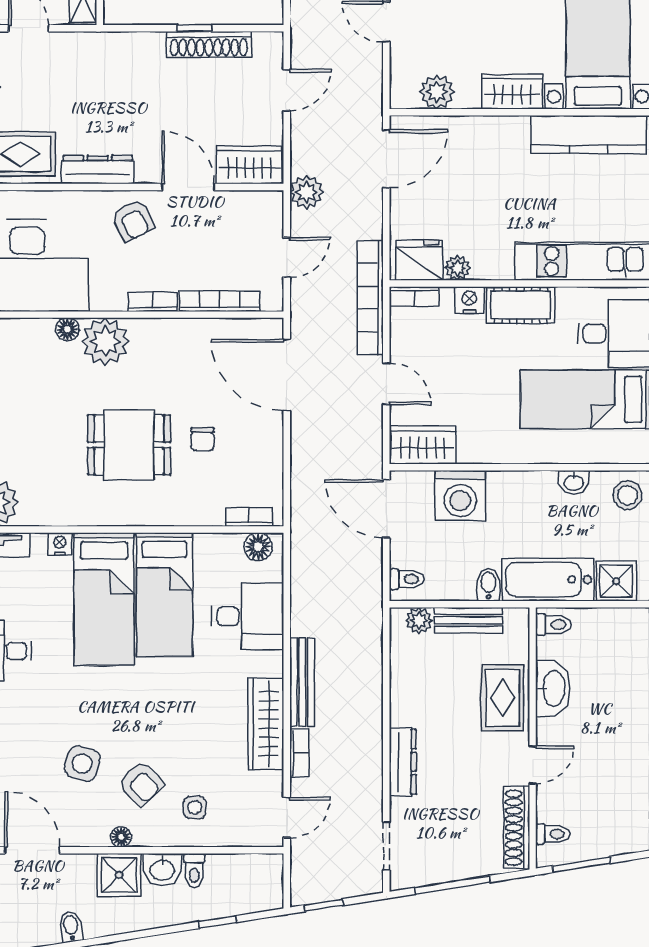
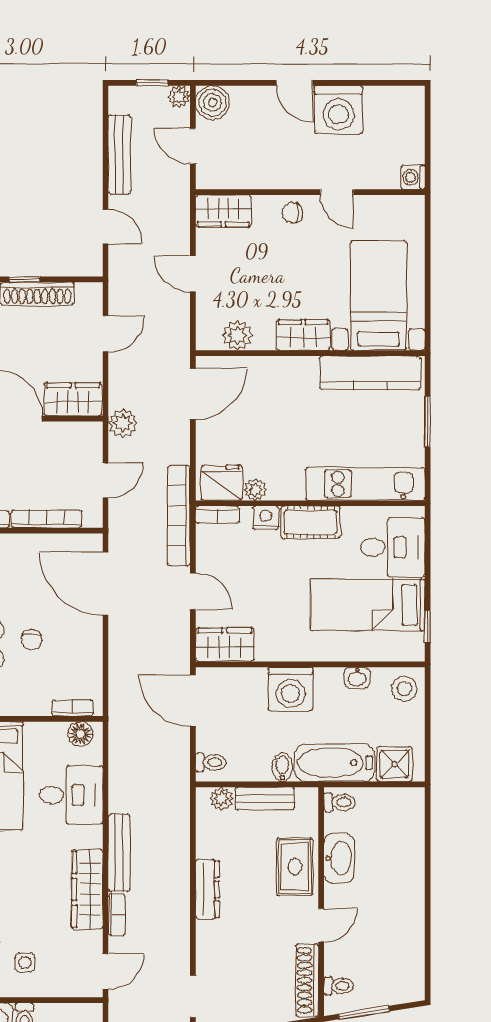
washing machine: (460, 495) -> (291, 689), moved
dresser: (403, 762) -> (207, 889), moved

